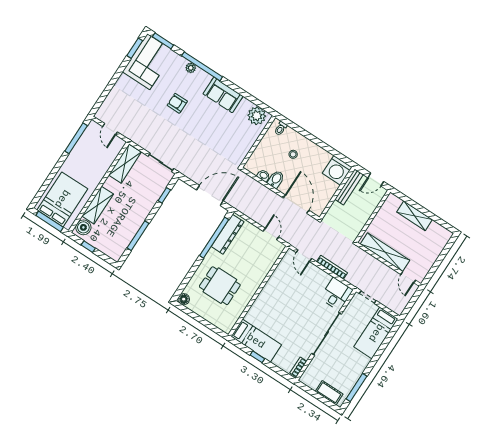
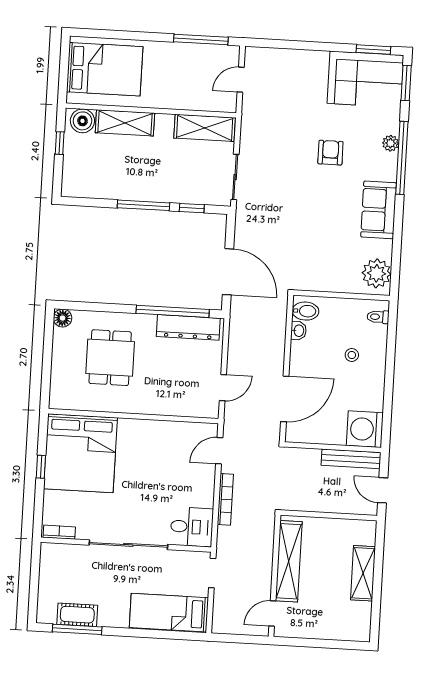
bidet: (276, 179) -> (305, 311), moved
window: (50, 221) -> (64, 69), removed
window: (138, 236) -> (143, 205), moved
bed: (256, 341) -> (80, 453), width x2.04
cot: (329, 393) -> (77, 615), moved, turned 90

